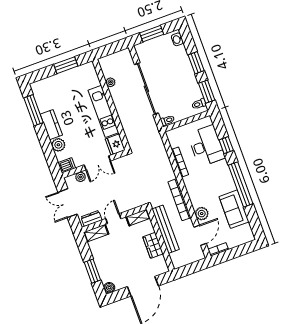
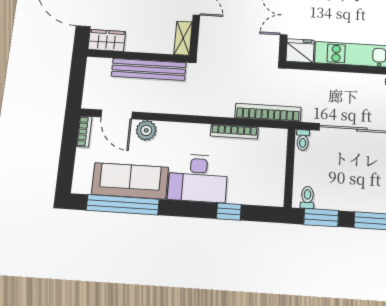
desk: (206, 146) -> (198, 178), moved
window: (241, 184) -> (123, 205), moved
bookcase: (179, 200) -> (268, 113), moved
sofa: (234, 209) -> (130, 181), width x1.36
wardrobe: (153, 245) -> (107, 40), moved

